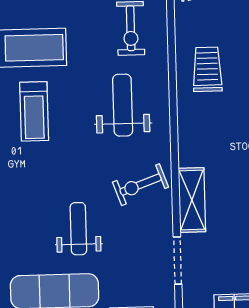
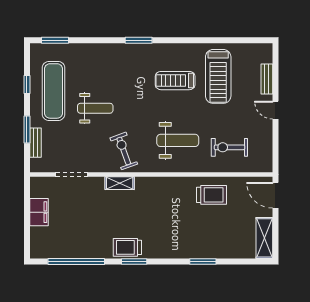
trolley: (207, 69) -> (211, 195), moved
shelving: (192, 200) -> (120, 183), width x0.67, depth x0.75

